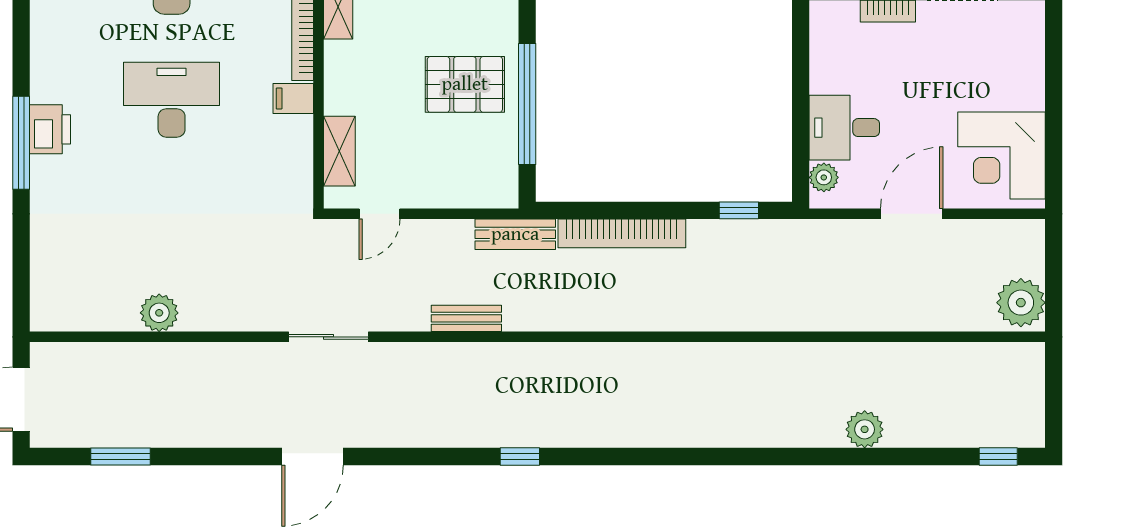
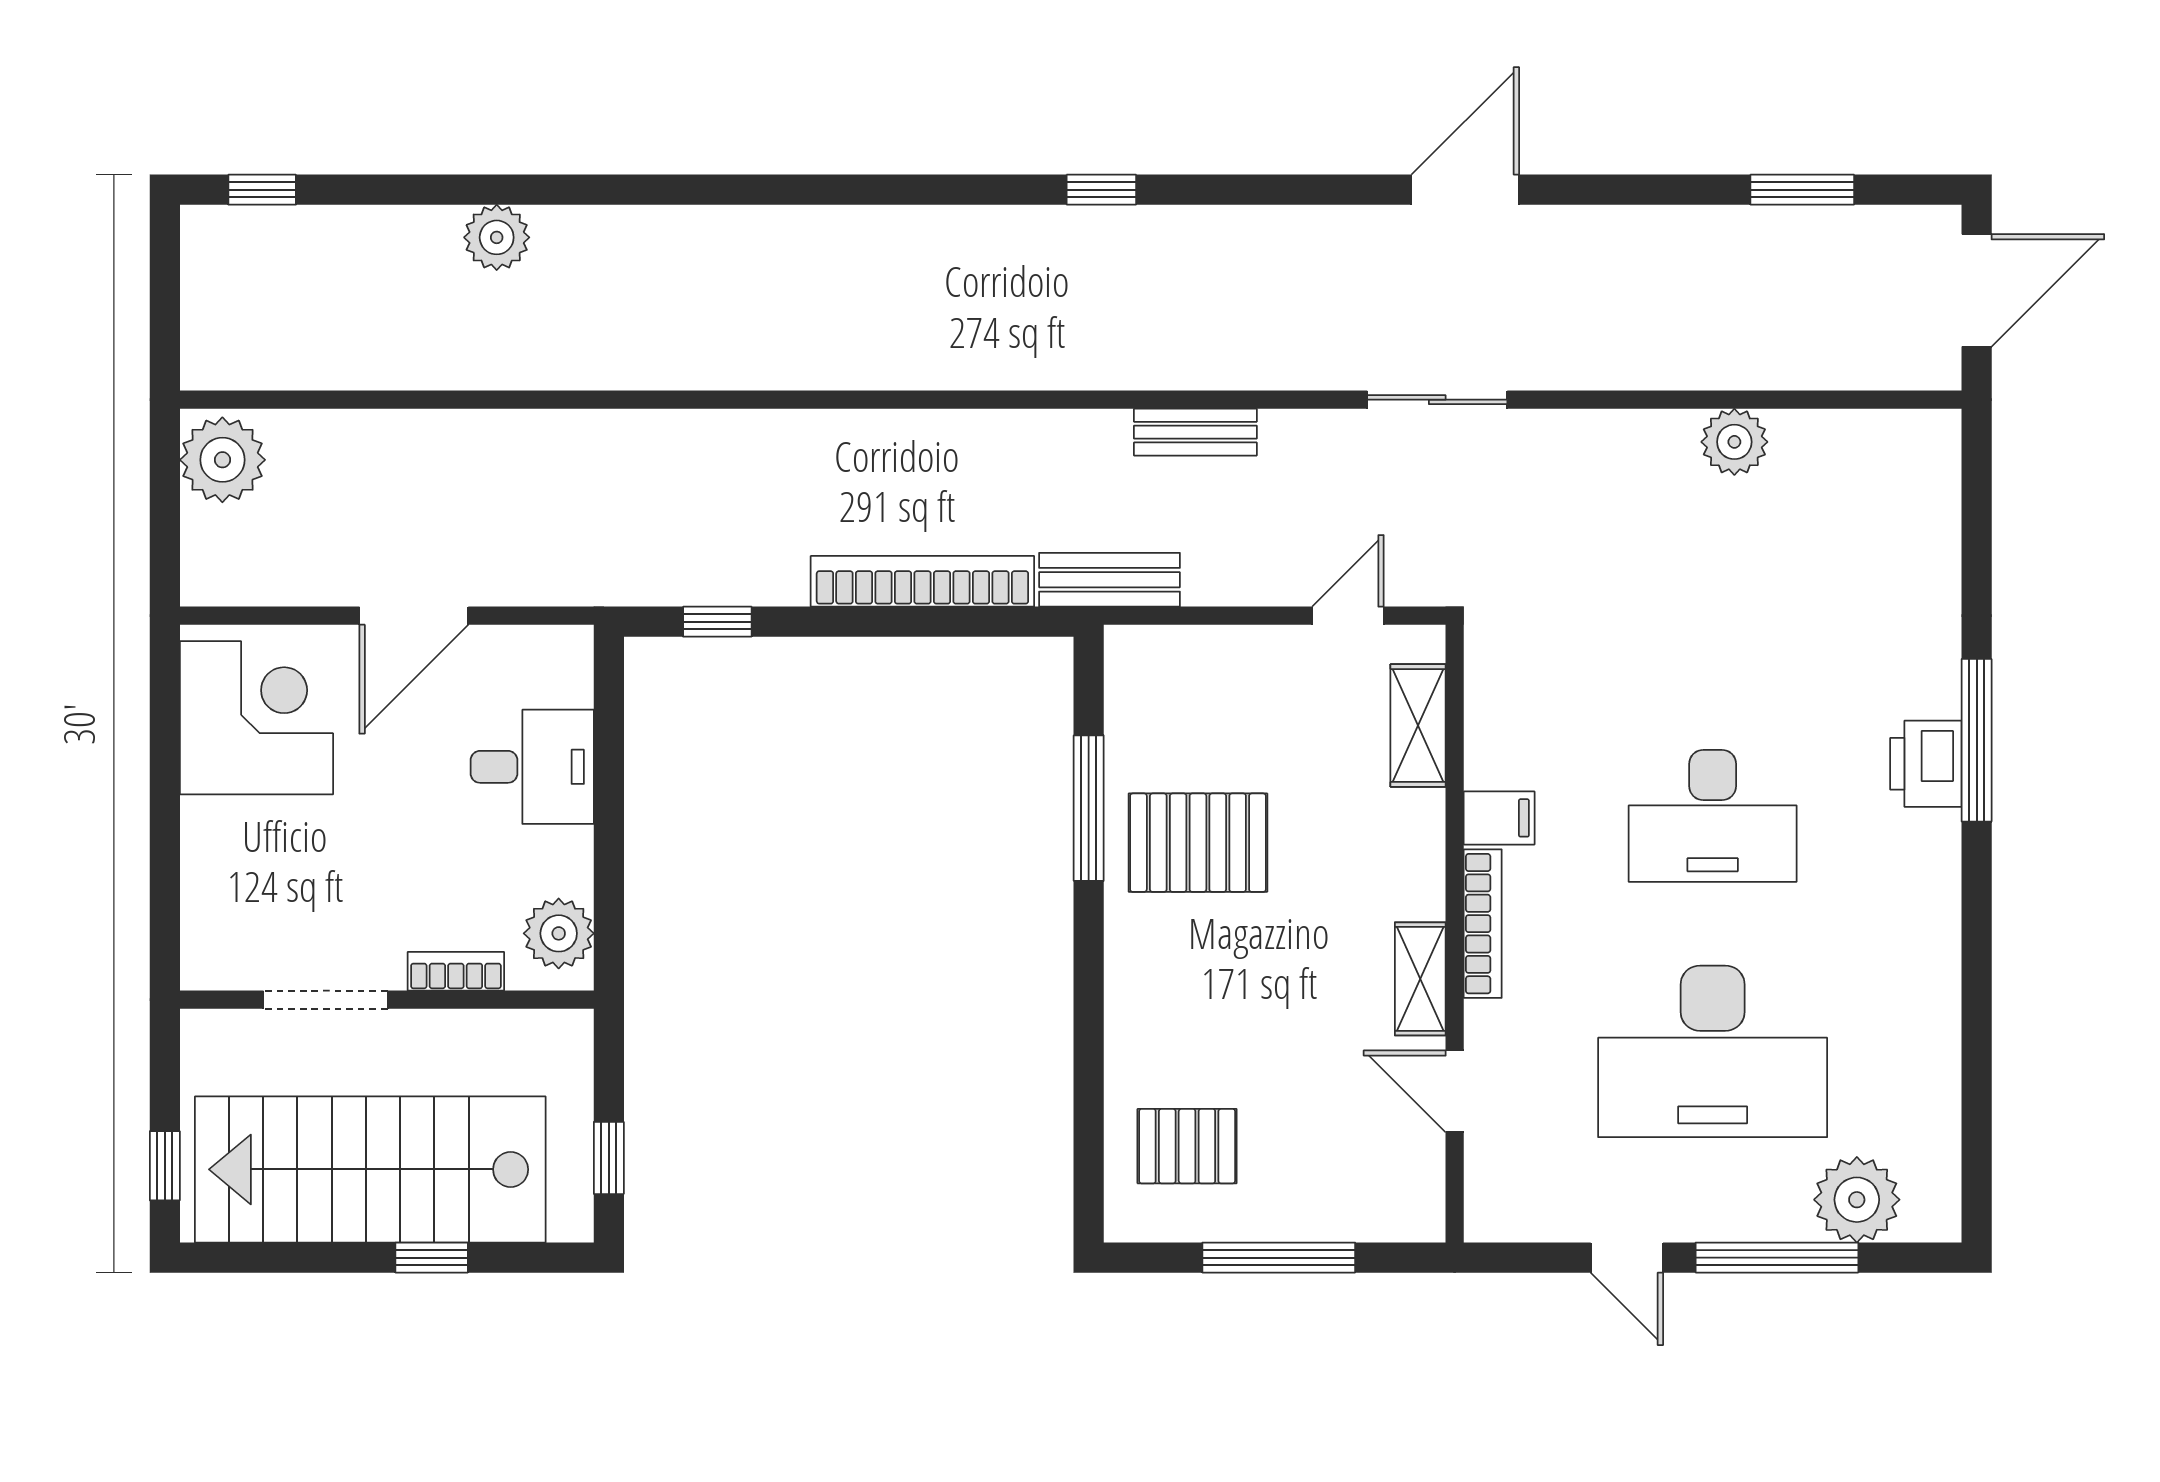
window: (527, 104) -> (1089, 808), width x0.68
plant: (824, 177) -> (559, 933), moved, width x1.38, depth x1.38

